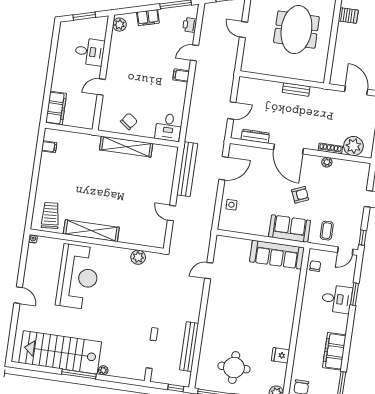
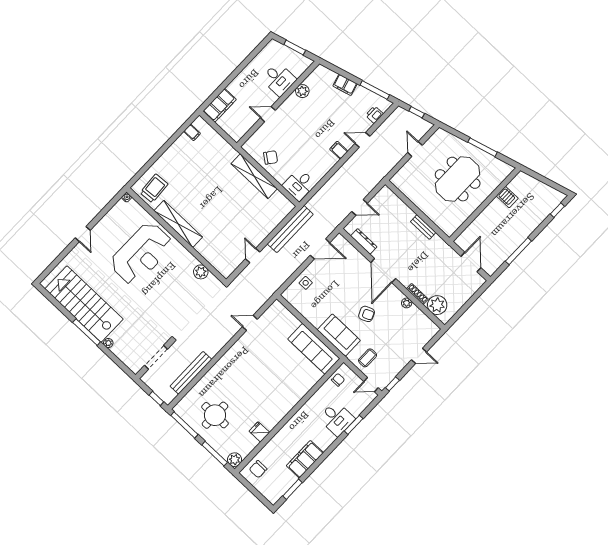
plant: (119, 25) -> (302, 91), moved

